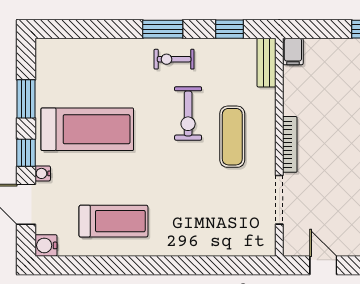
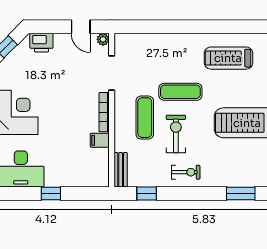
window: (163, 29) -> (241, 193), moved
filing cabinet: (293, 51) -> (100, 140), moved, turned -90
exercise mat: (182, 173) -> (180, 92), added
plant: (291, 248) -> (103, 39), added

